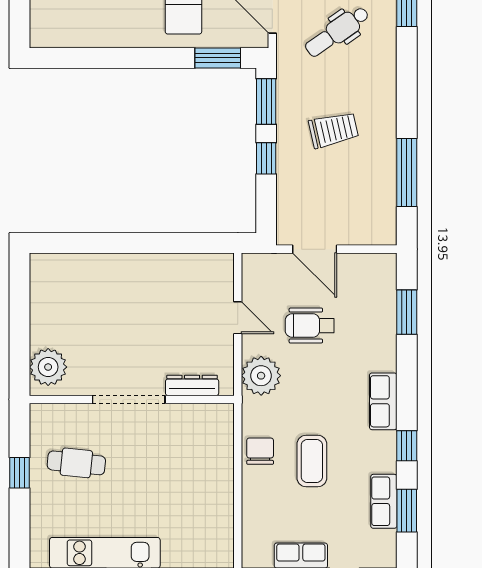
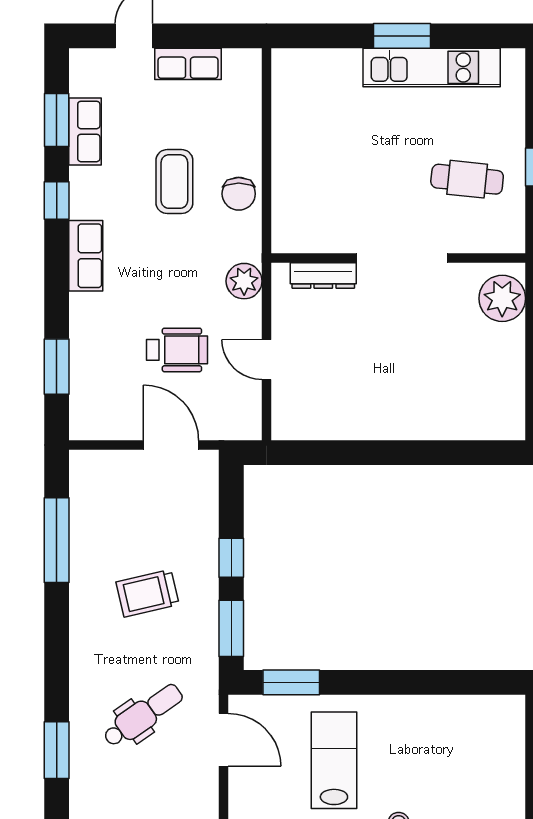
plant: (261, 376) -> (244, 281), width x0.73, depth x0.73

